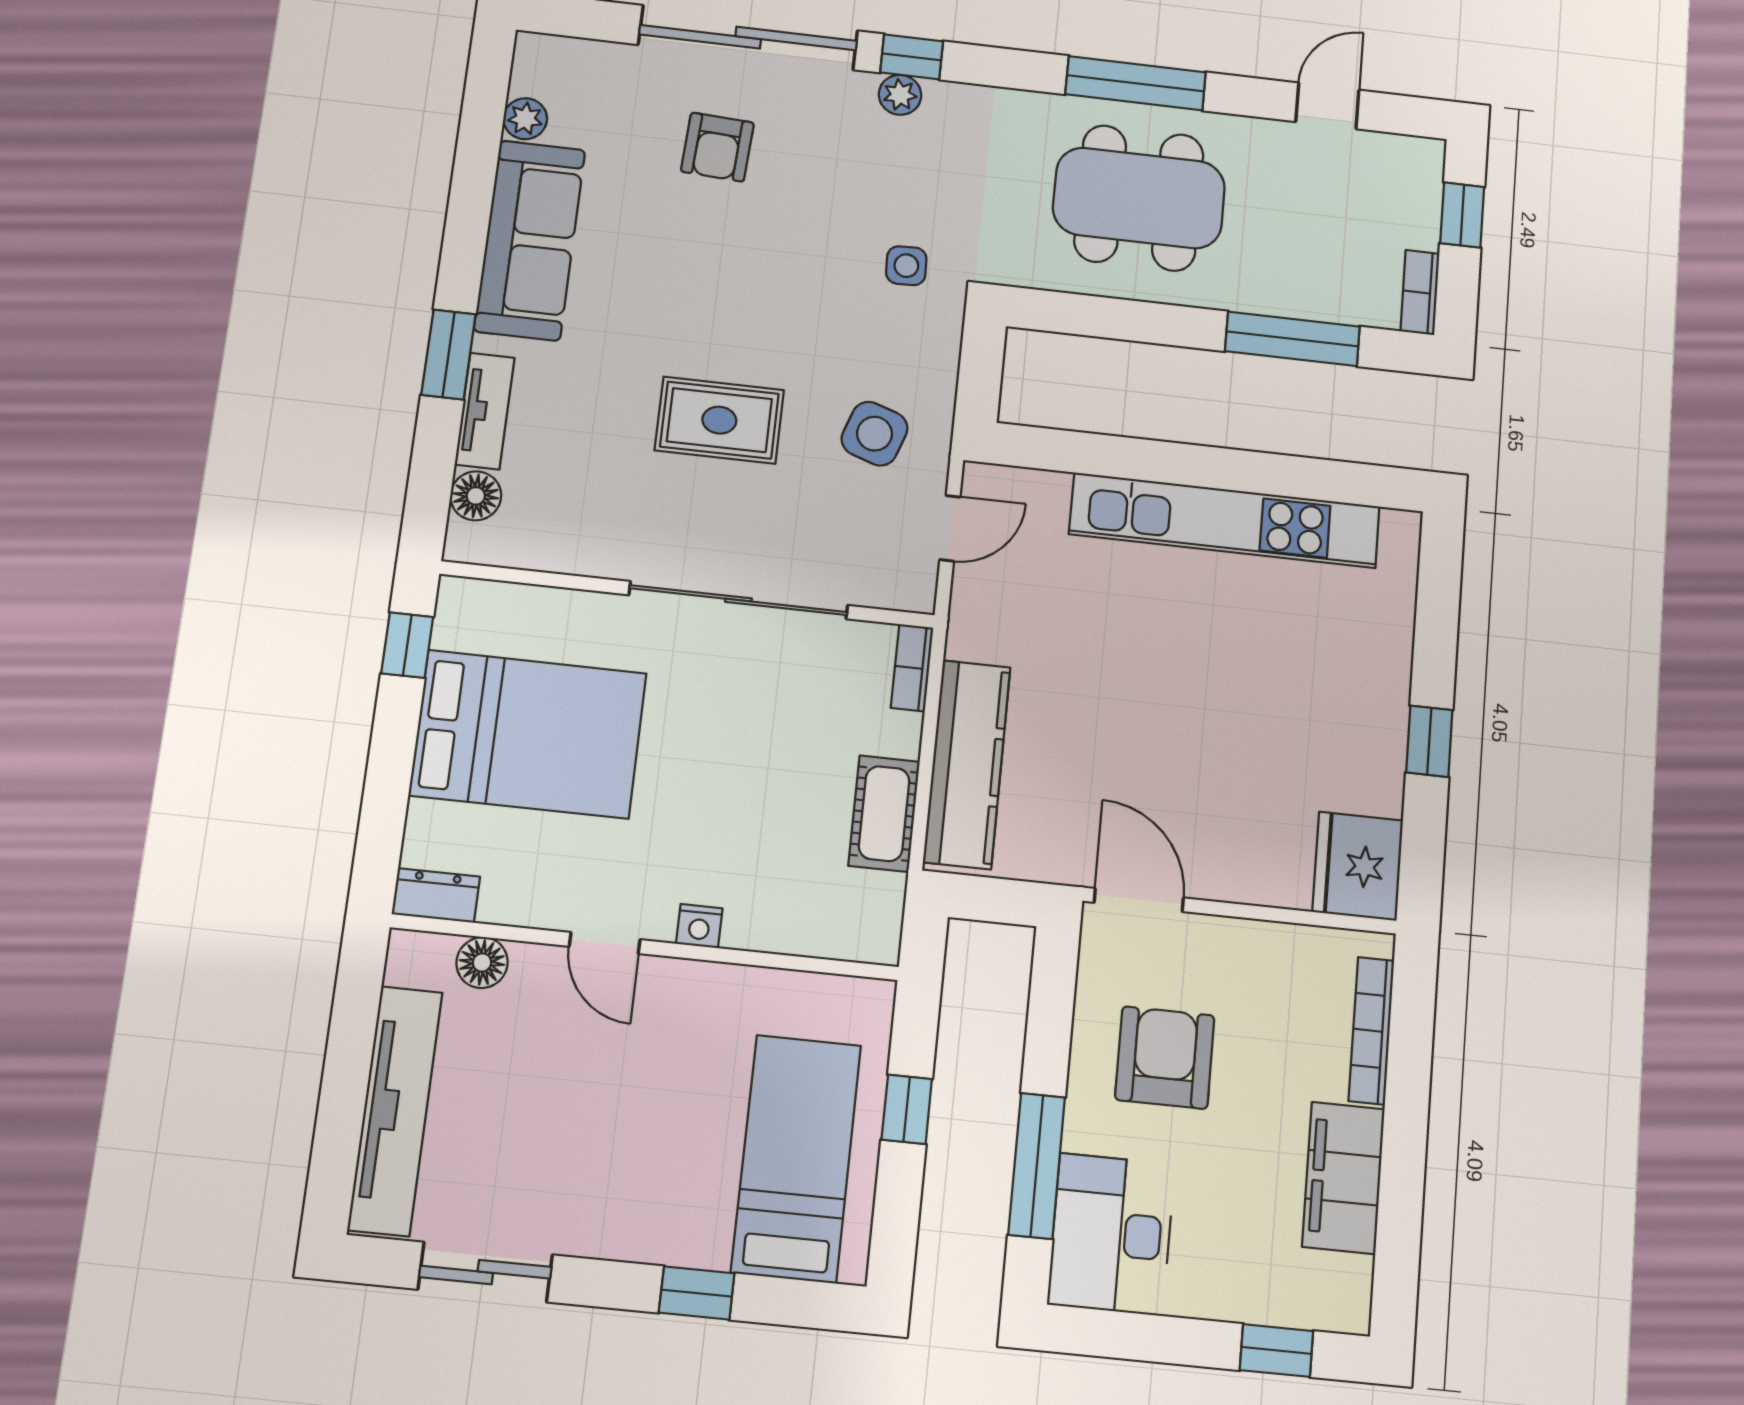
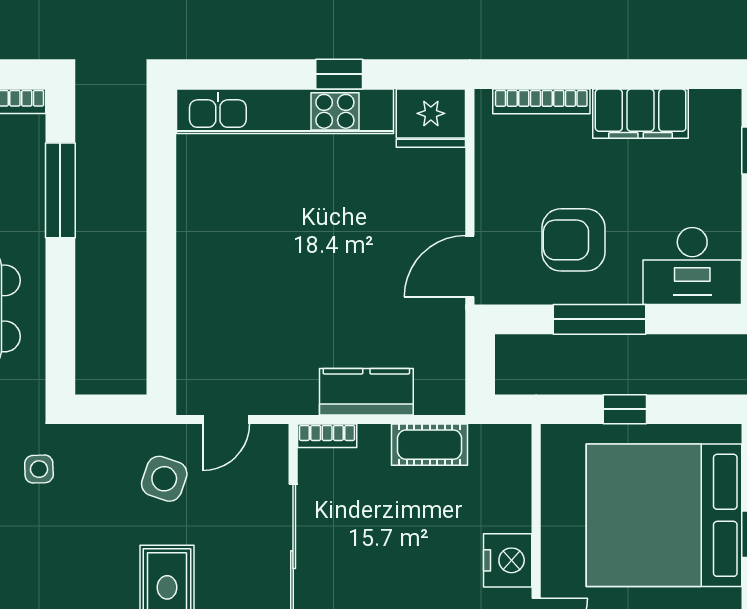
kitchen unit: (1225, 520) -> (285, 111), moved, turned 90
door: (950, 528) -> (226, 420), swing flipped
kitchen counter: (967, 764) -> (366, 392), width x0.67
nightstand: (699, 926) -> (508, 560), width x1.89, depth x1.79
bed: (796, 1158) -> (664, 515), width x2.04
window: (1037, 1166) -> (600, 319), moved

